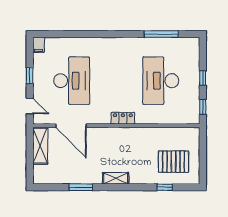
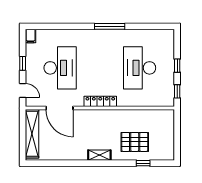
window: (161, 34) -> (110, 26), moved
locker: (123, 118) -> (100, 101), width x1.53
shelving: (40, 146) -> (32, 134), width x1.47
pallet: (174, 162) -> (135, 142), moved
window: (81, 187) -> (68, 163), removed

